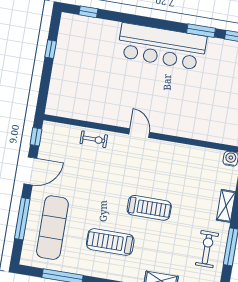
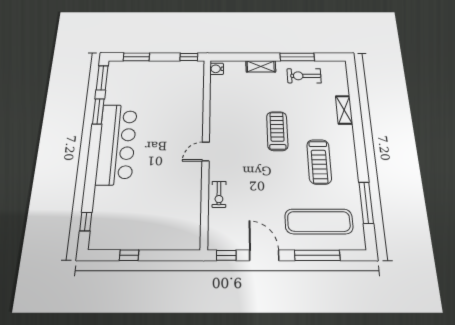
exercise bike: (94, 139) -> (219, 194), turned 180

